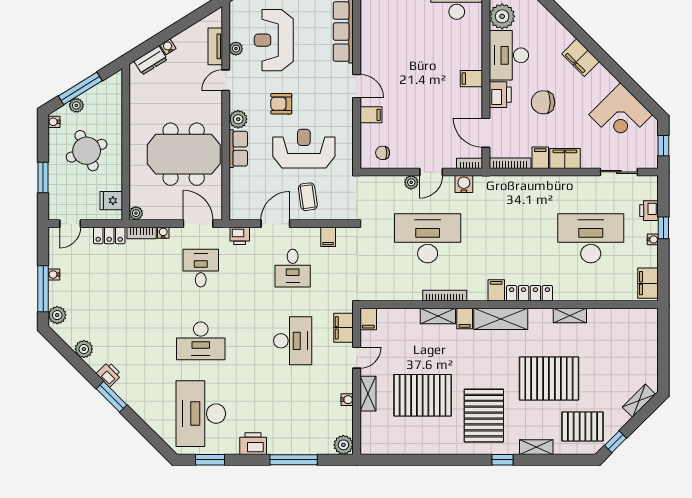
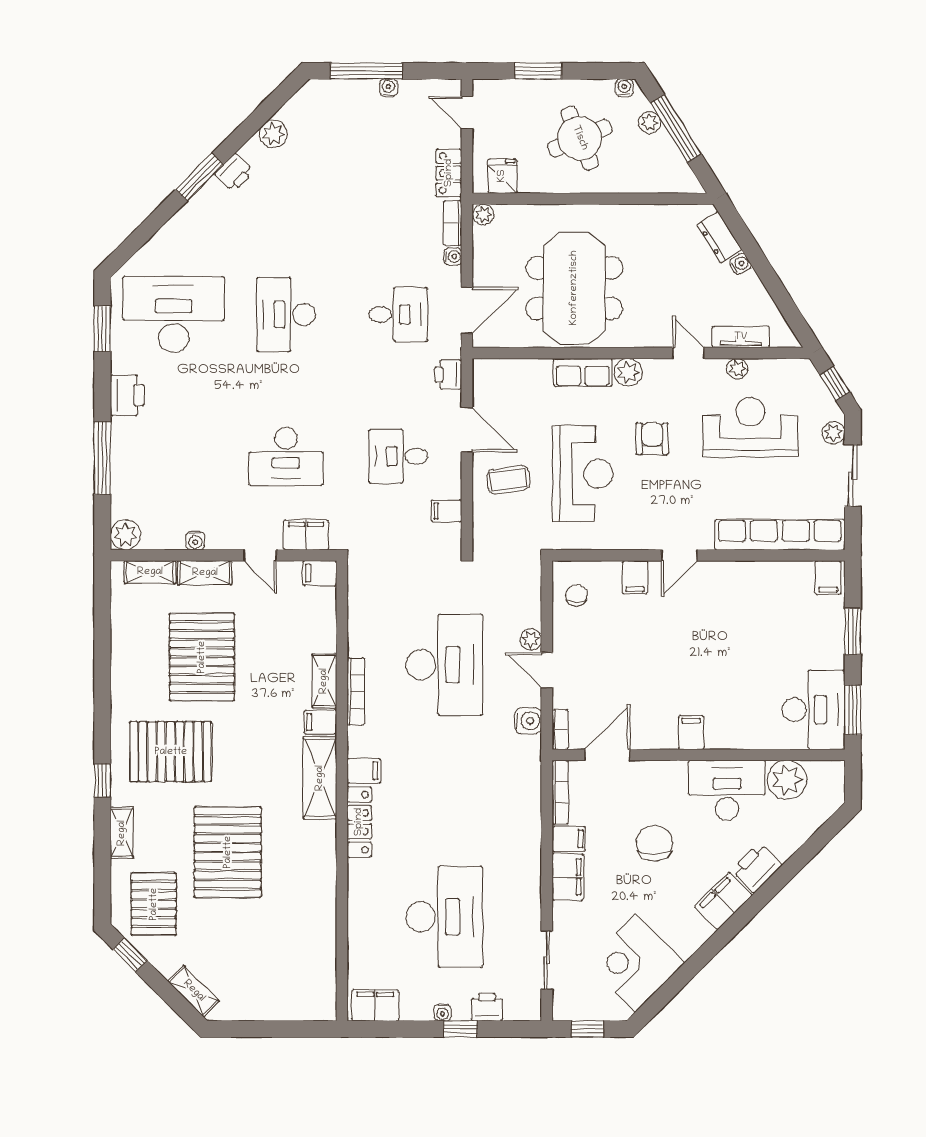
printer: (500, 95) -> (757, 867), moved, turned 135
plant: (57, 315) -> (326, 93), removed
shelving: (570, 316) -> (150, 572), moved, turned 90

